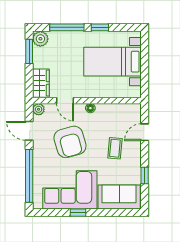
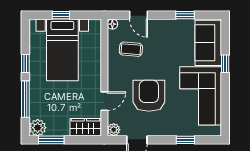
window: (145, 60) -> (61, 15), added
floor lamp: (90, 108) -> (112, 24), moved
armchair: (70, 142) -> (149, 96), turned -74
coffee table: (115, 148) -> (131, 49), moved
window: (29, 176) -> (185, 140), width x0.32
window: (78, 213) -> (225, 64), moved

